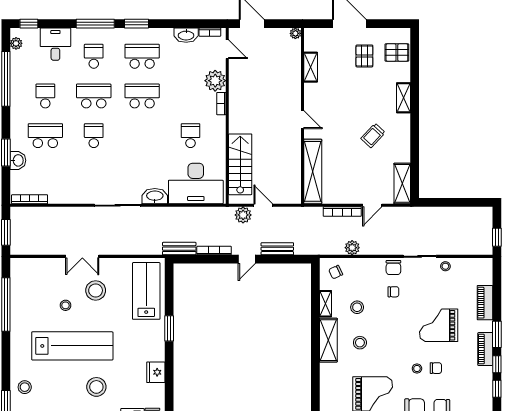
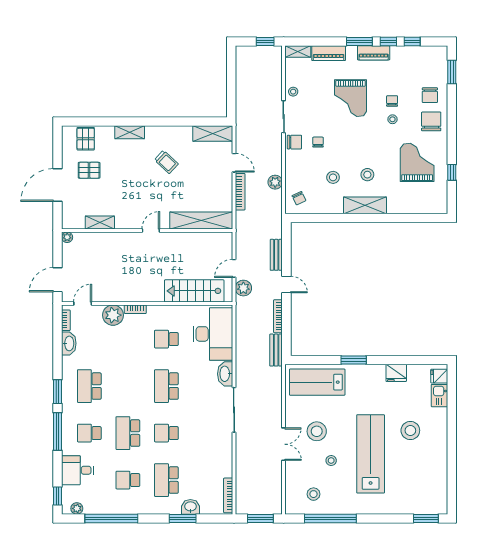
school desk: (142, 96) -> (166, 386), moved
shelving: (325, 304) -> (298, 51), moved
stool: (25, 387) -> (314, 494), moved

